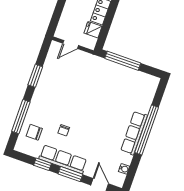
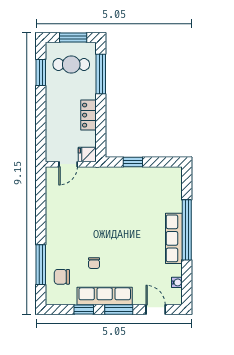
fridge: (93, 30) -> (87, 154), moved
window: (123, 61) -> (133, 162), width x0.46
window: (35, 76) -> (41, 213), removed

